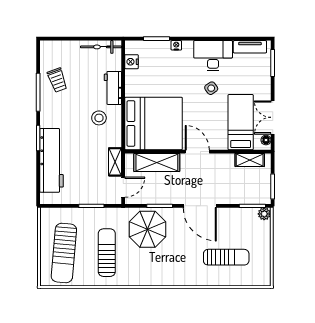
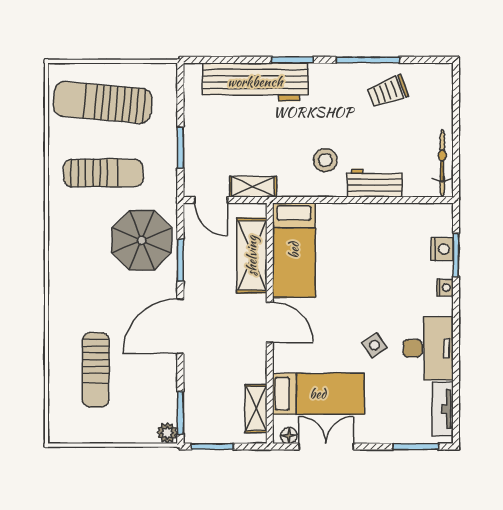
nightstand: (132, 62) -> (442, 249), moved, turned 90
bed: (154, 124) -> (294, 250), width x0.49
door: (197, 152) -> (270, 322), hinge flipped

